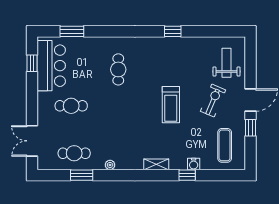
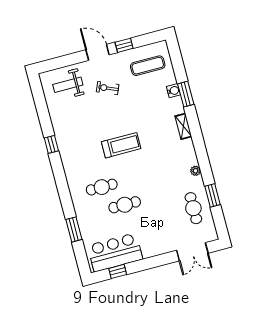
window: (72, 31) -> (74, 229), moved
exercise bike: (213, 101) -> (108, 88), width x0.73, depth x0.72
treadmill: (171, 105) -> (121, 145), moved
cafe table: (71, 106) -> (125, 205), moved, turned 90
window: (187, 175) -> (186, 94), width x1.50

